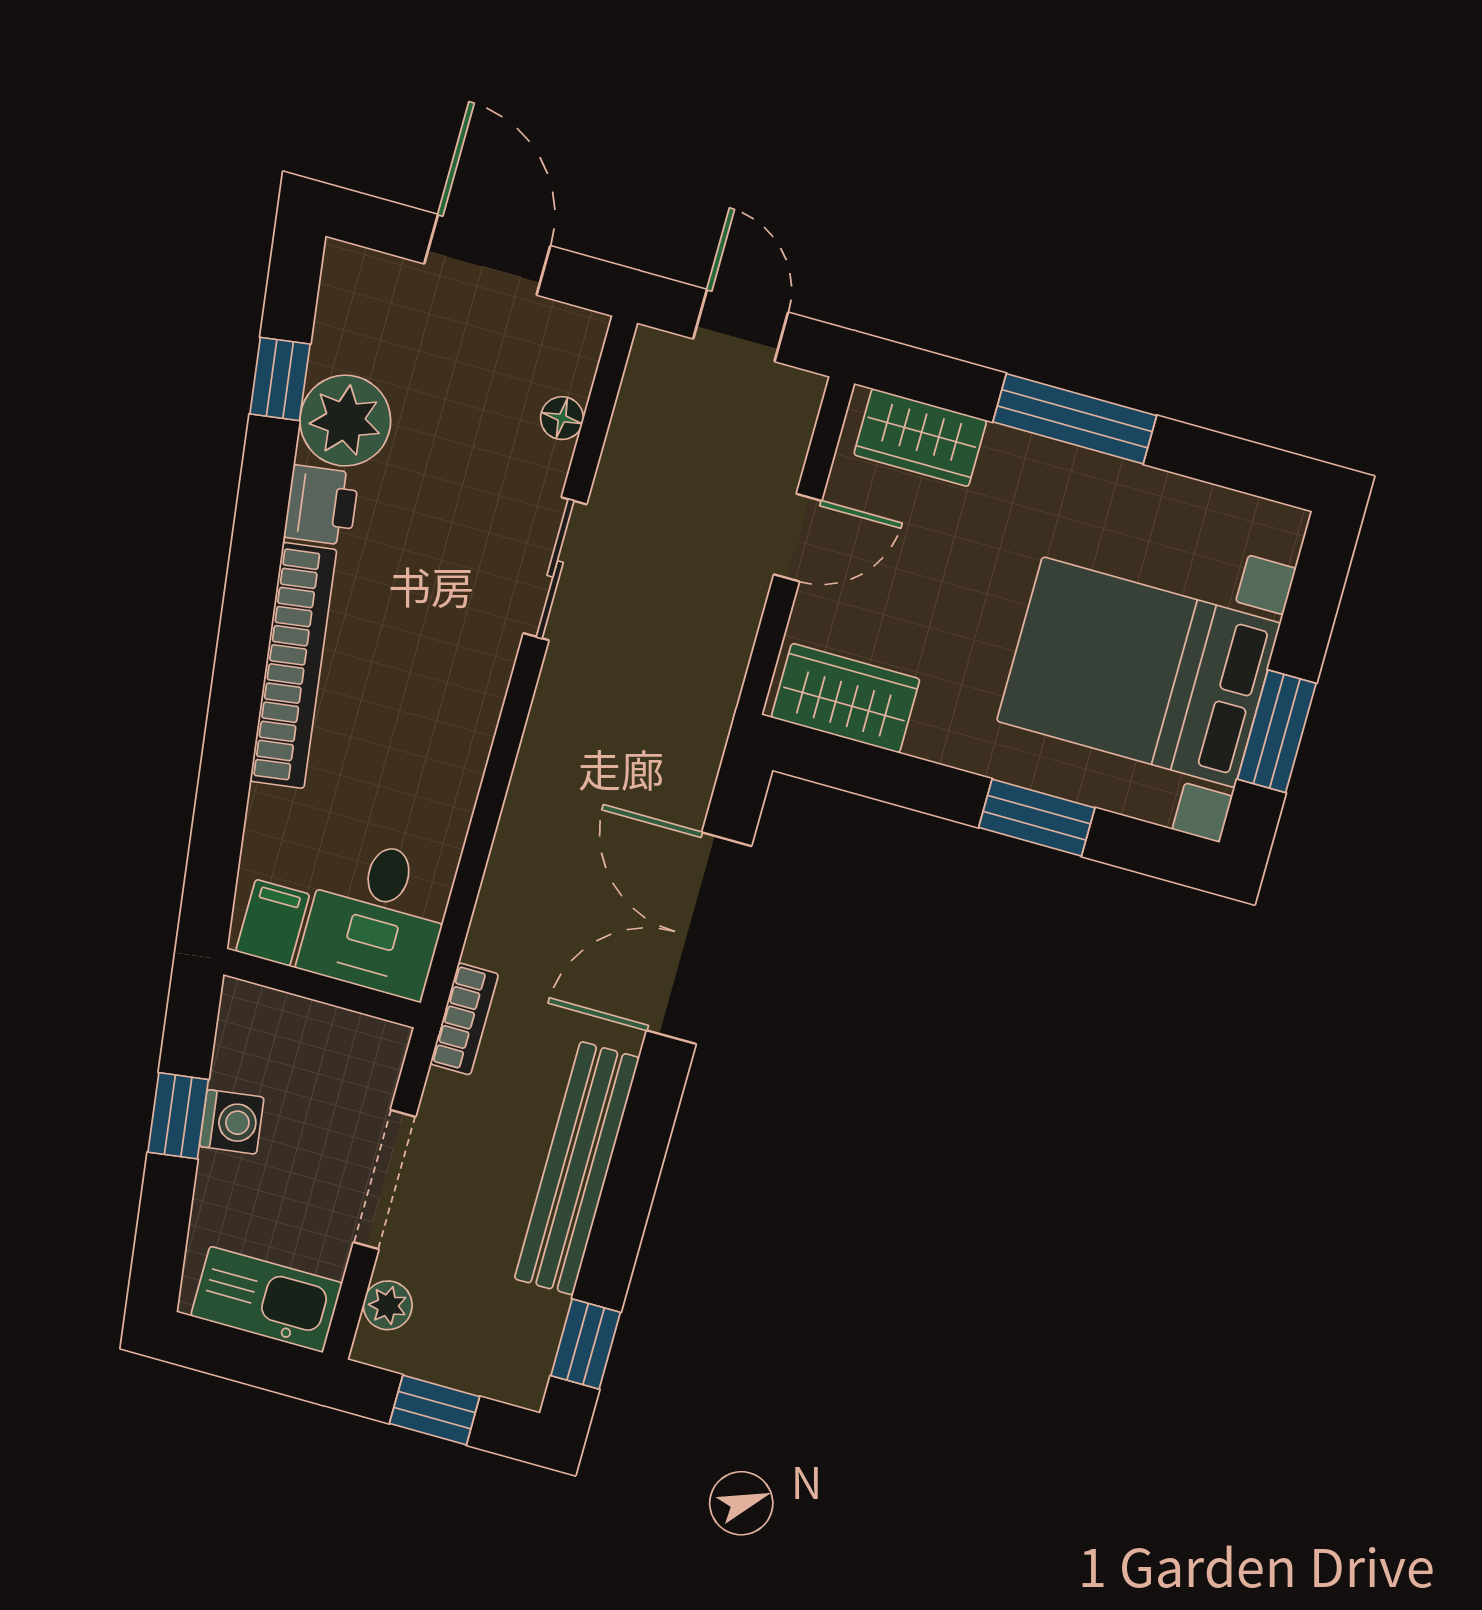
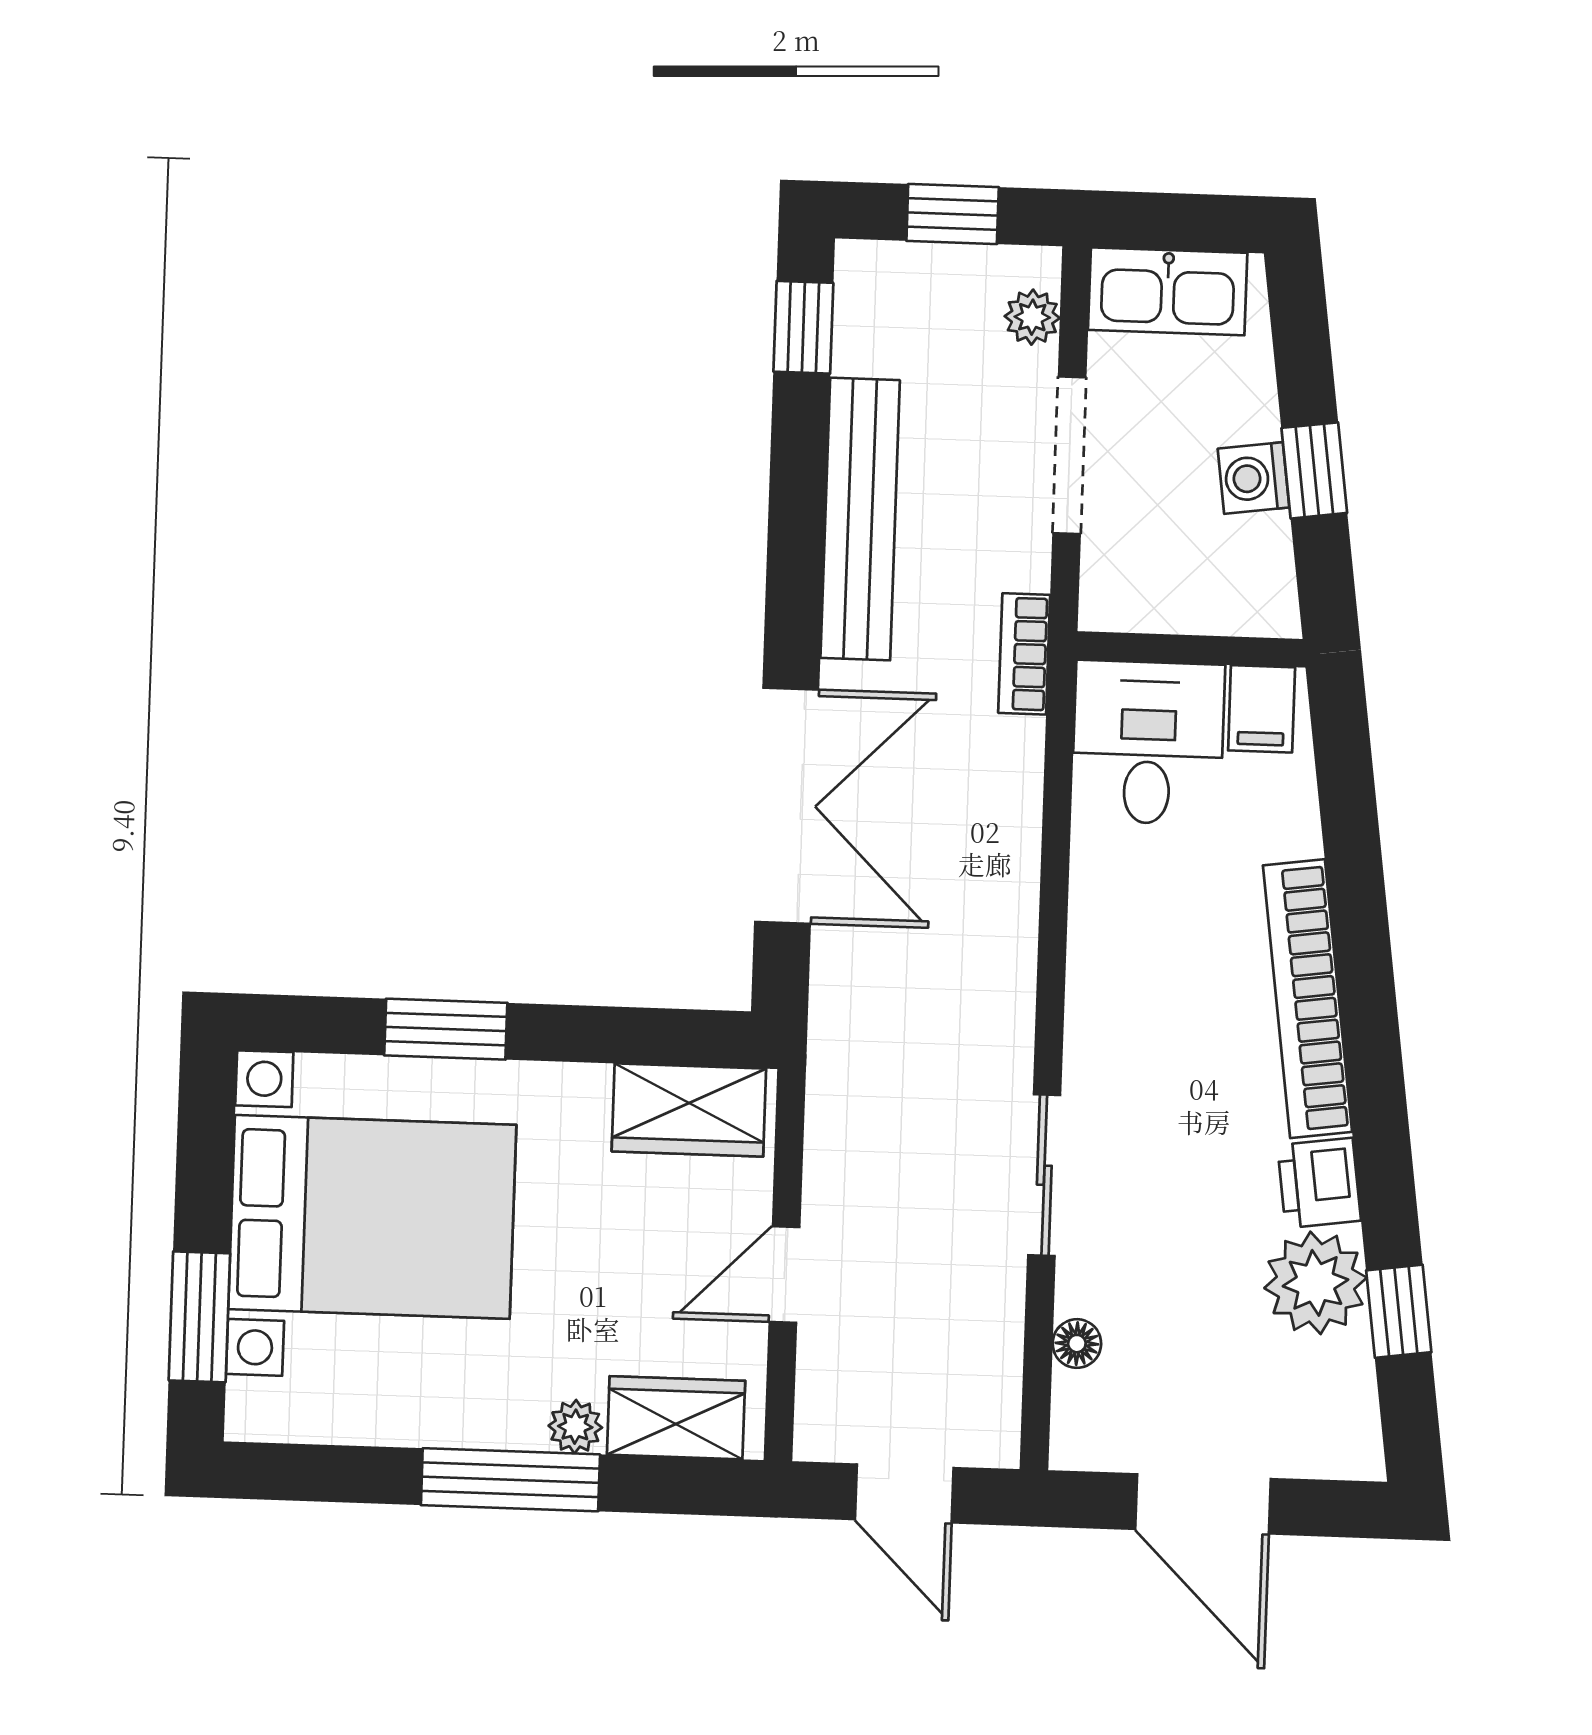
plant: (1008, 451) -> (575, 1427), added
window: (1277, 731) -> (199, 1317), moved

